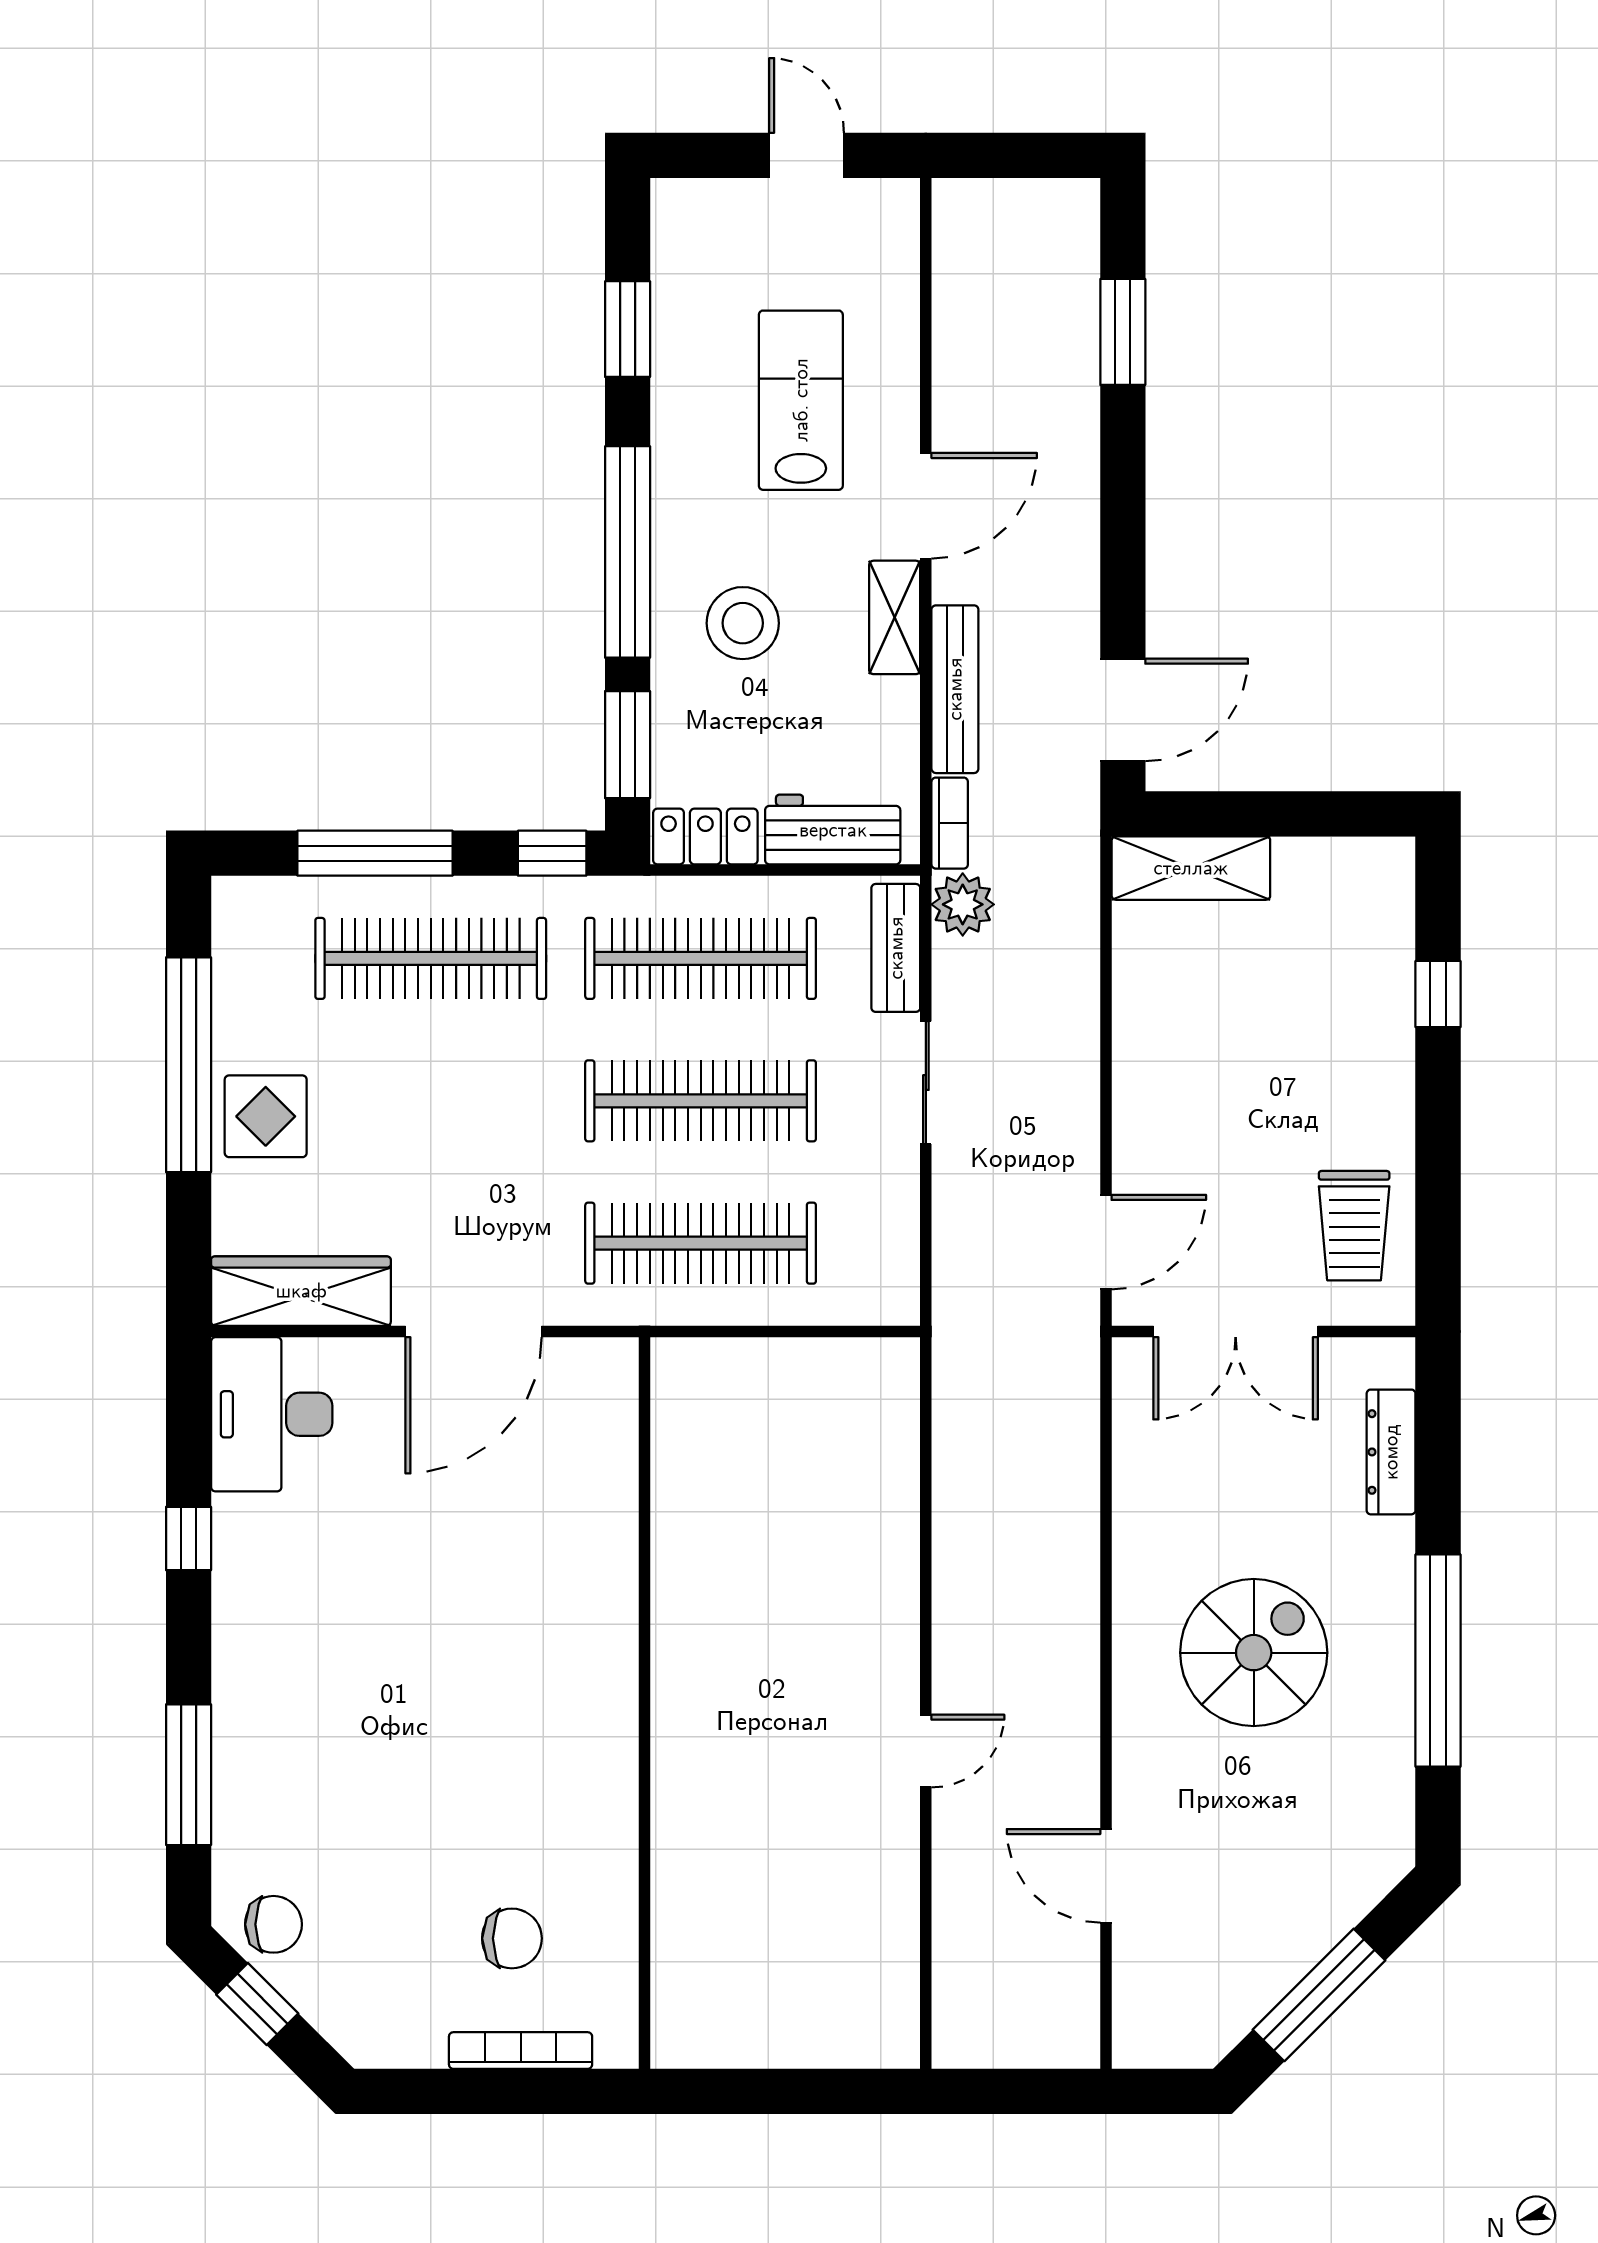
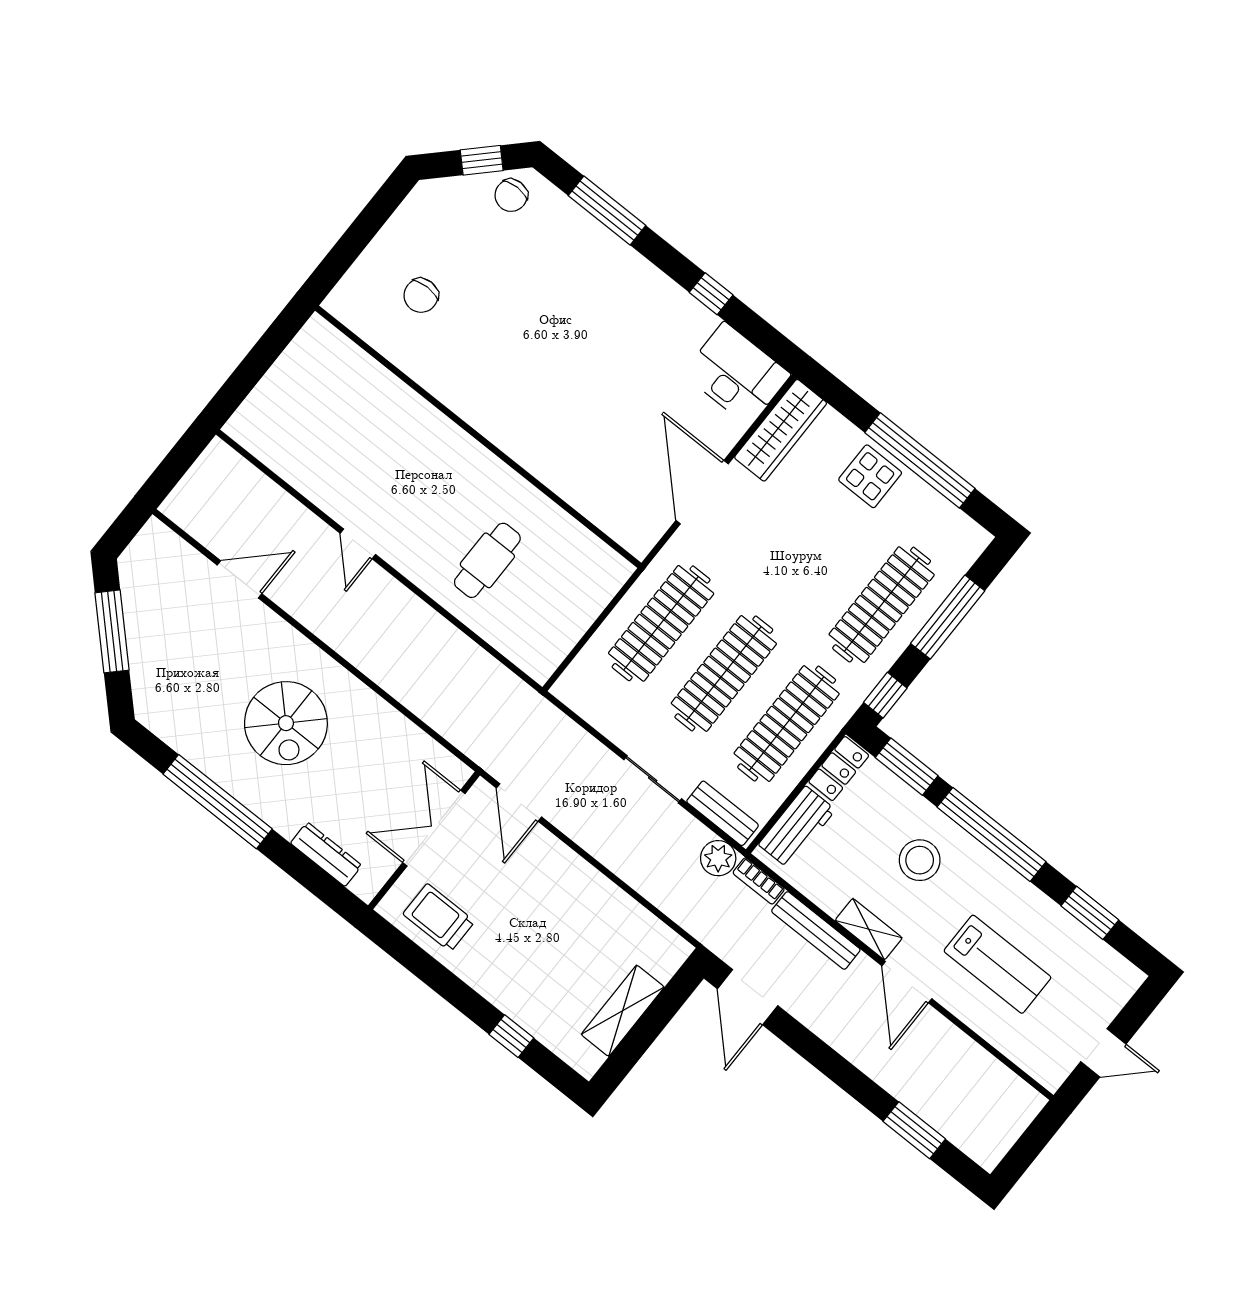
shelving: (1191, 868) -> (623, 1011), moved
cafe table: (805, 1554) -> (487, 560), added
bookcase: (521, 2051) -> (369, 260), removed

